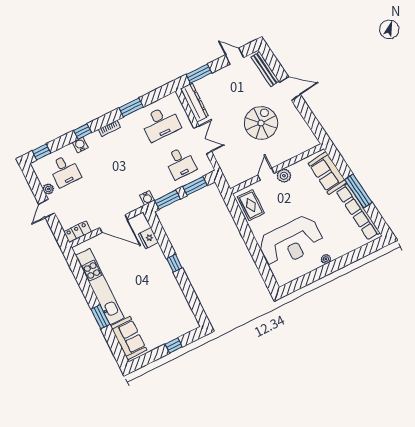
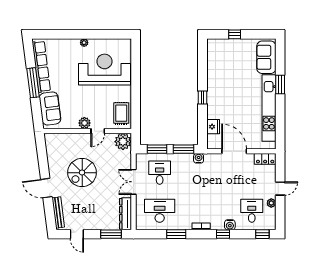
plant: (234, 176) -> (123, 142), added

